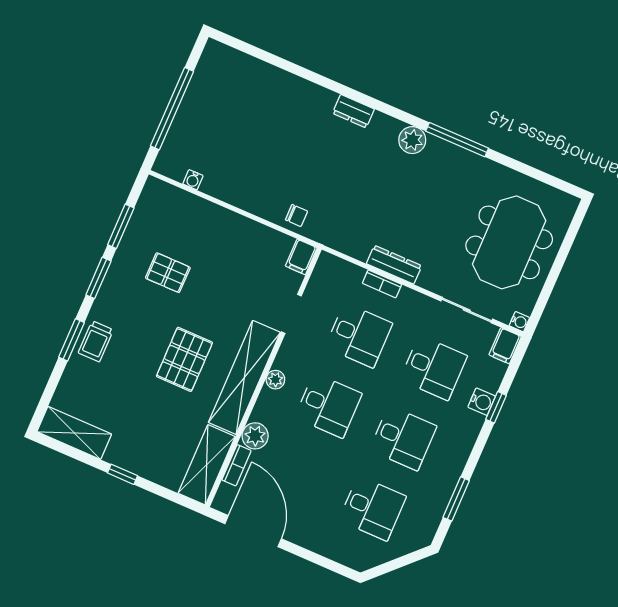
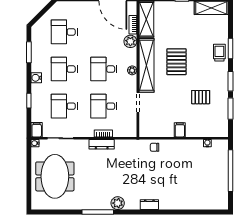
filing cabinet: (301, 257) -> (180, 130), moved
water cooler: (482, 402) -> (36, 78), moved

